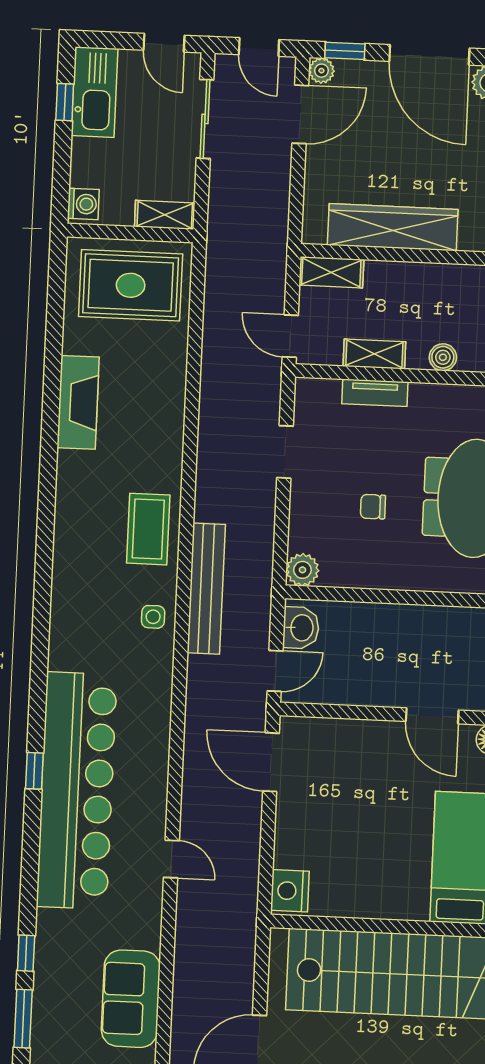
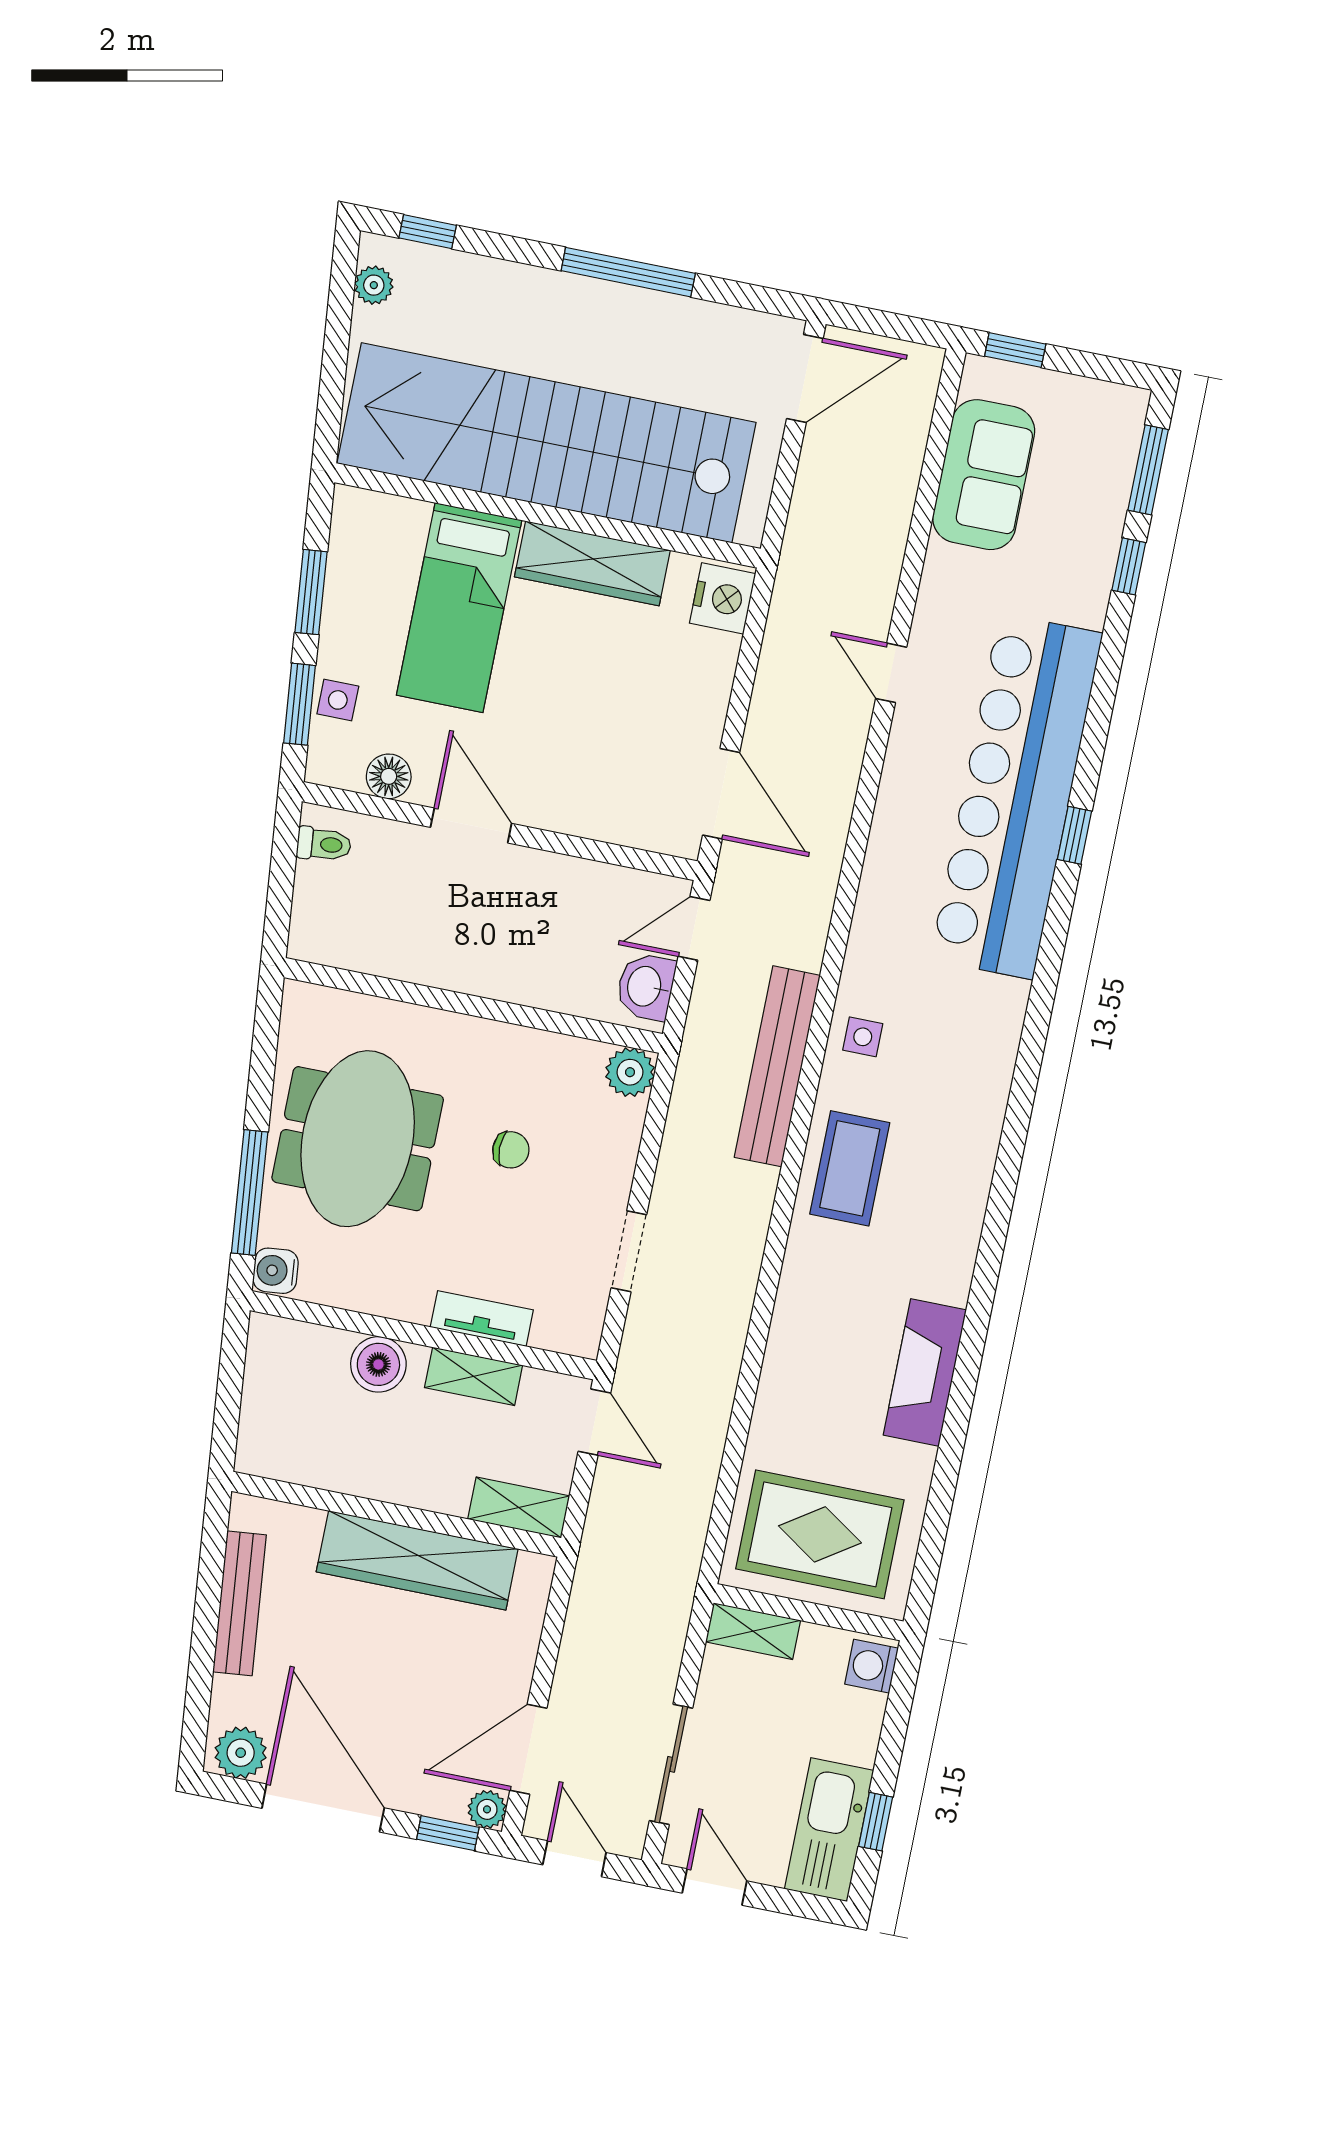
boiler: (443, 357) -> (378, 1364), width x1.36, depth x1.36
wardrobe: (379, 901) -> (592, 563), added

